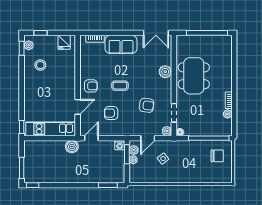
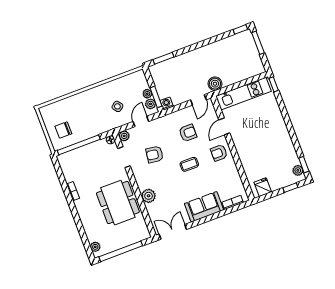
stool: (40, 65) -> (278, 155), removed
plant: (227, 114) -> (95, 247), moved

